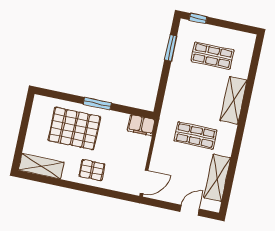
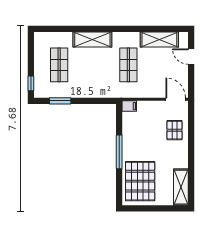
window: (97, 104) -> (119, 152), width x1.44
filing cabinet: (141, 125) -> (129, 106), width x0.50
pallet: (74, 129) -> (140, 181), moved
pallet: (92, 170) -> (174, 130), moved

